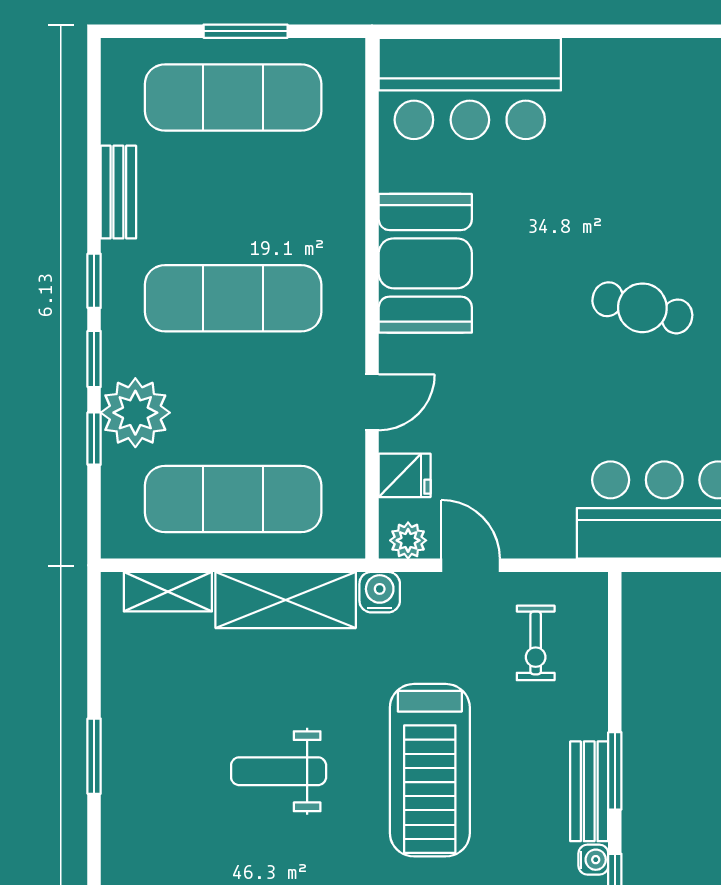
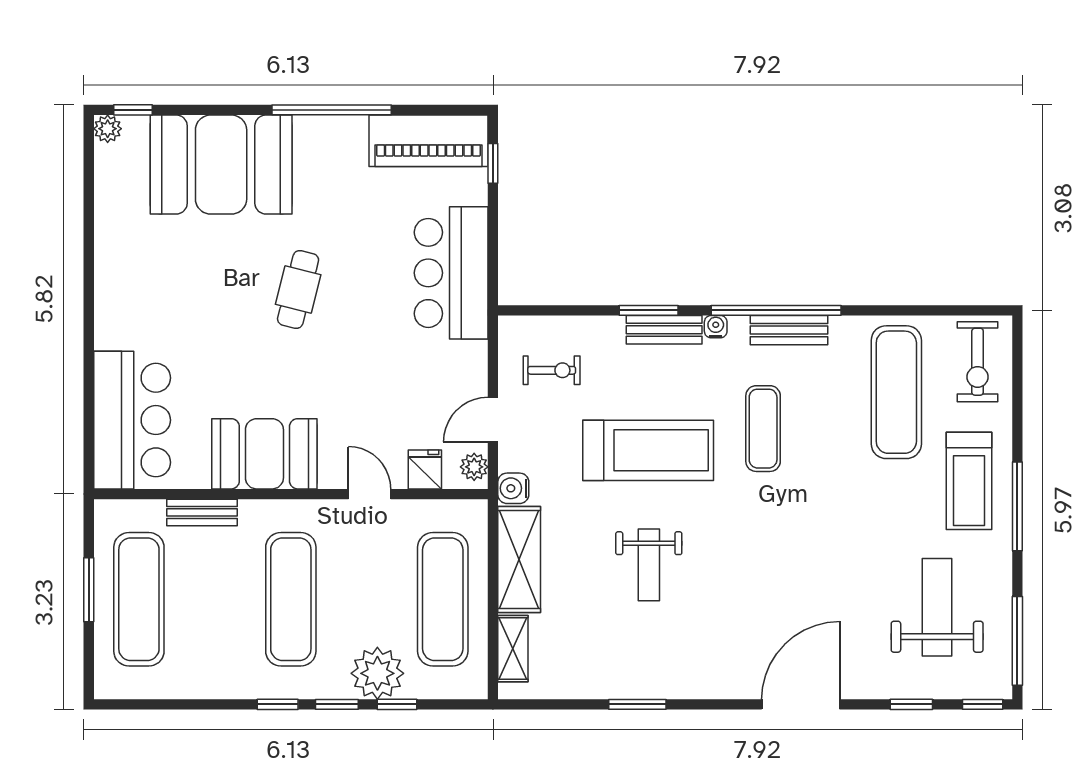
bench: (118, 192) -> (202, 512), moved

